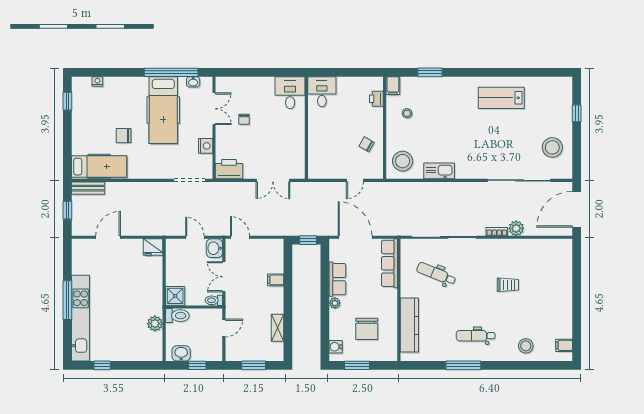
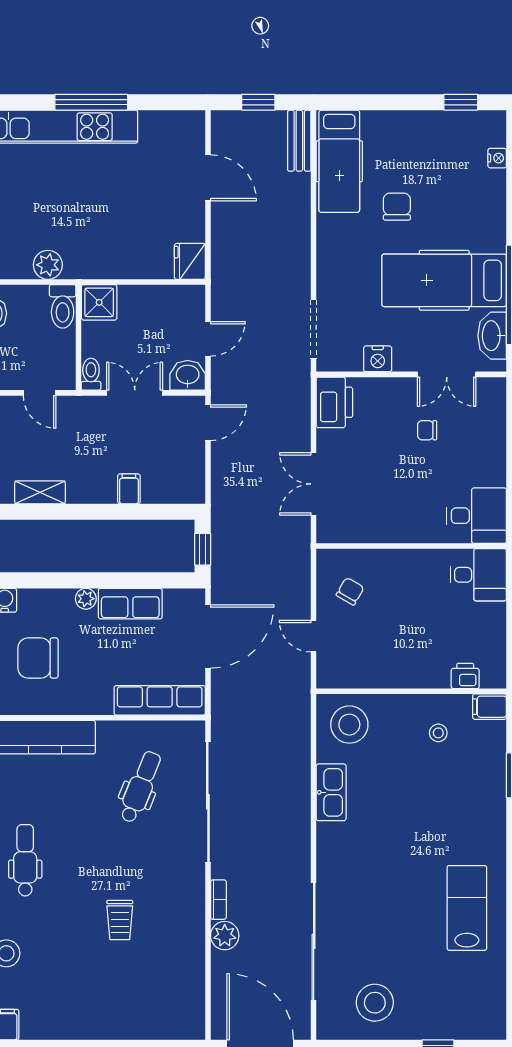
washbasin: (193, 82) -> (492, 336), width x1.91, depth x1.45
chair: (367, 144) -> (350, 591), moved

